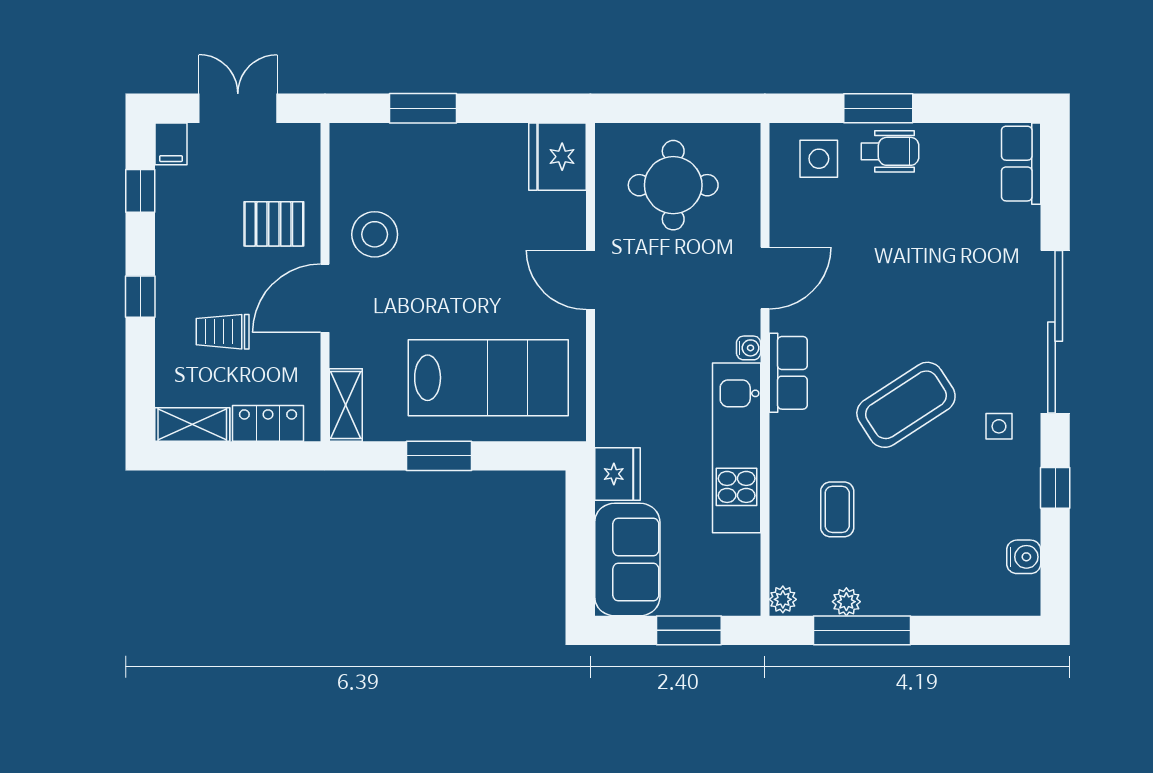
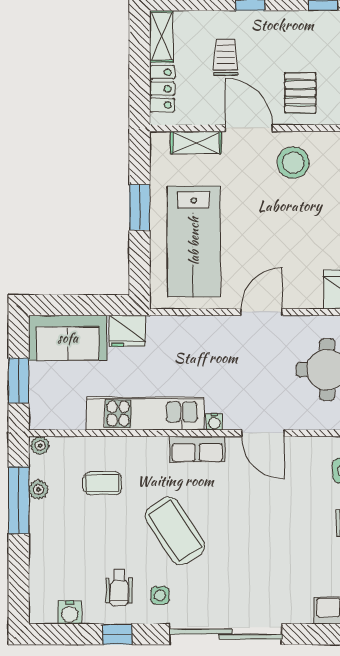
shelving: (346, 405) -> (196, 143), moved
wheelchair: (988, 485) -> (119, 588), added

